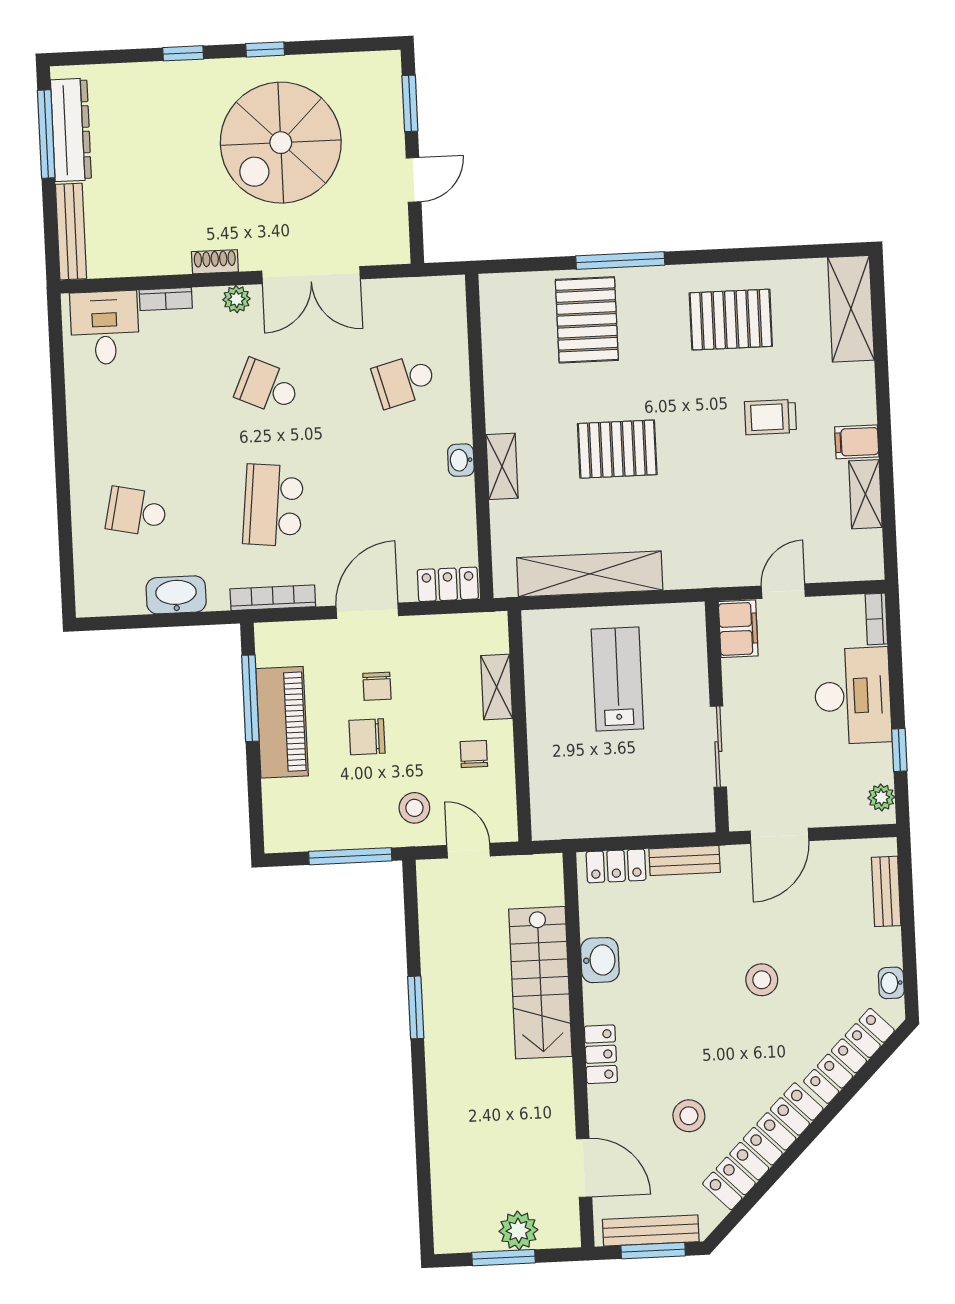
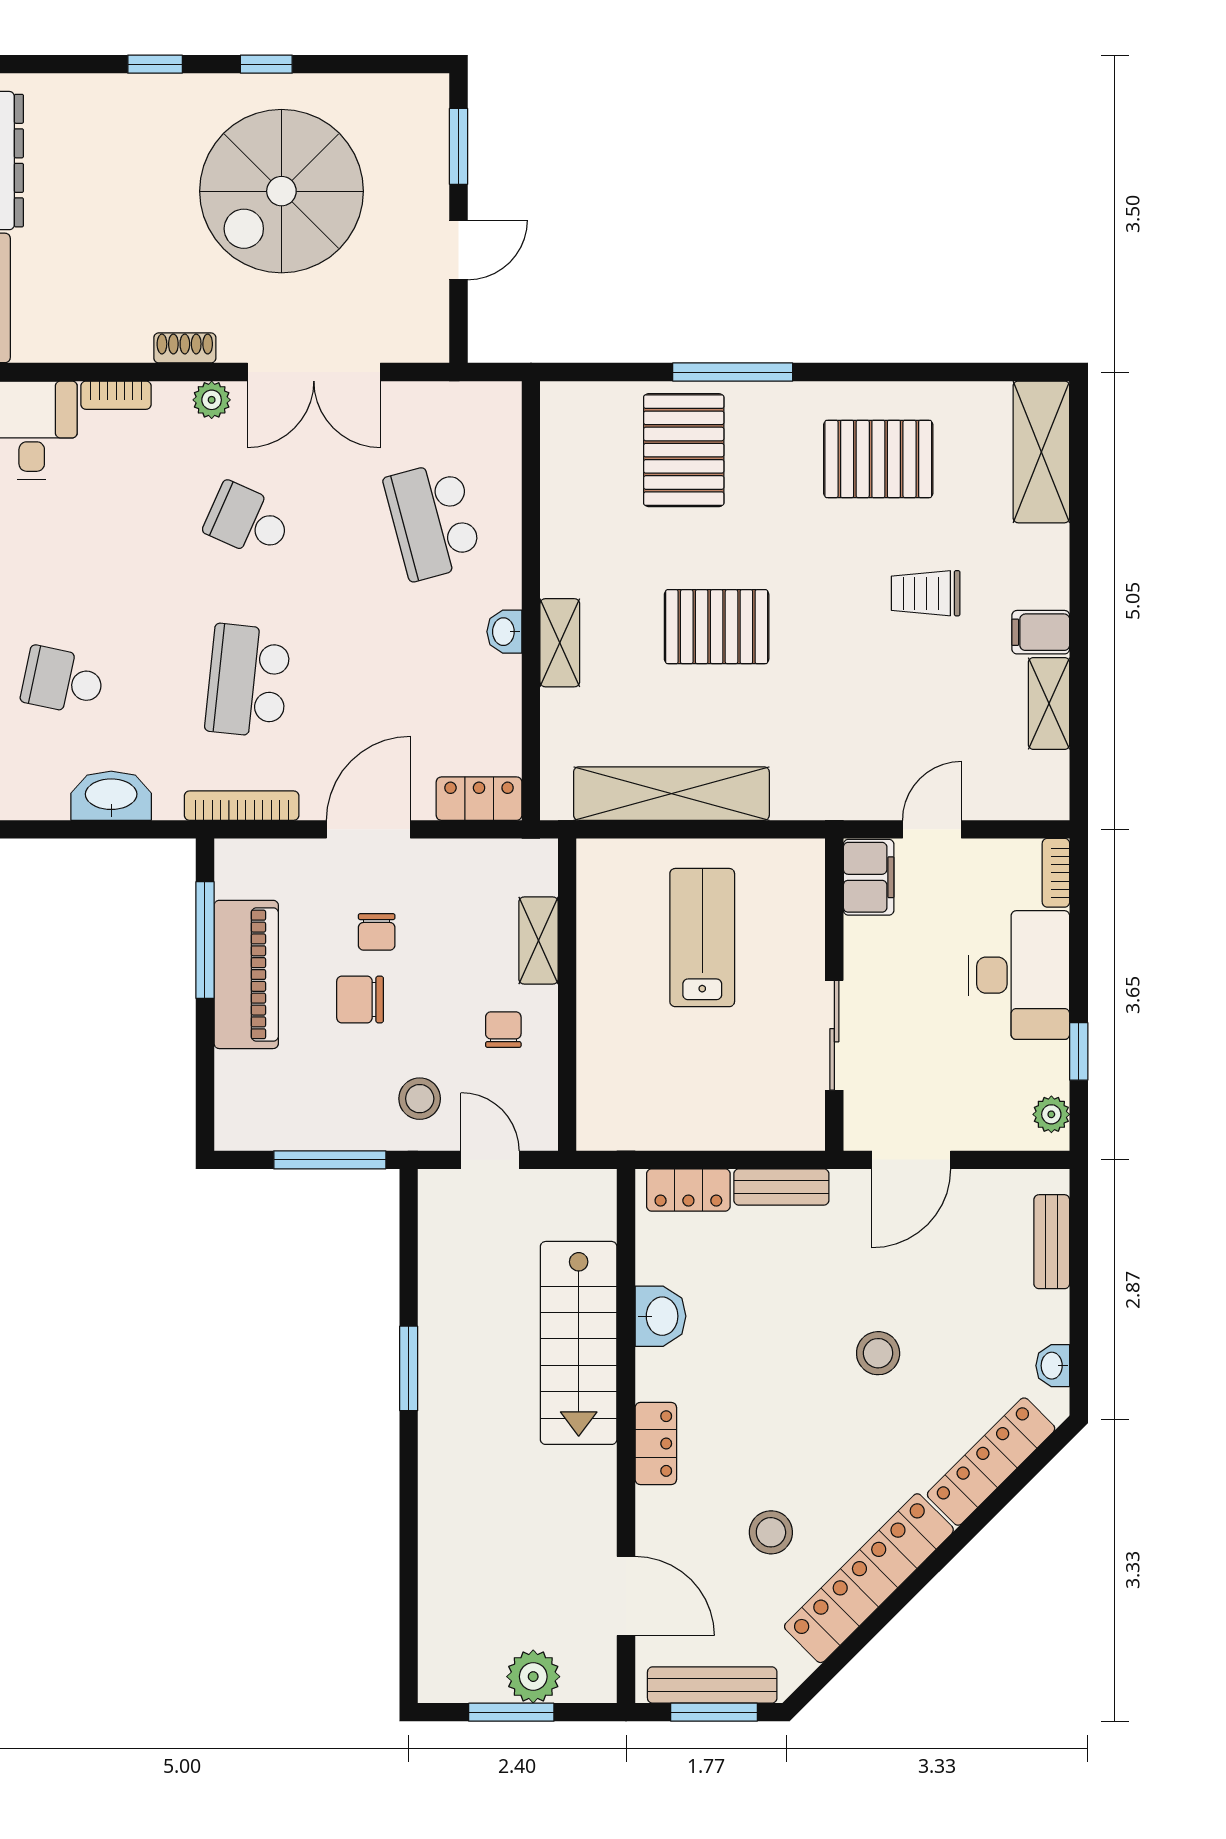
school desk: (404, 381) -> (433, 521), width x1.85

